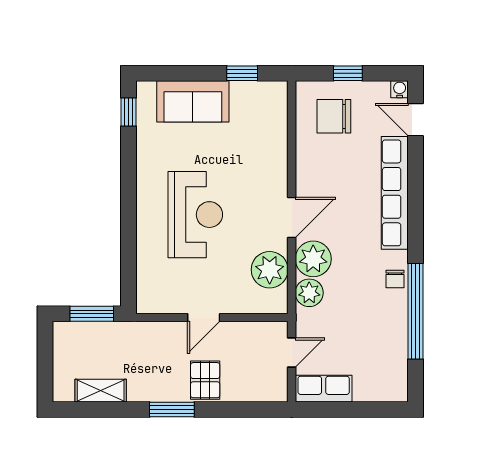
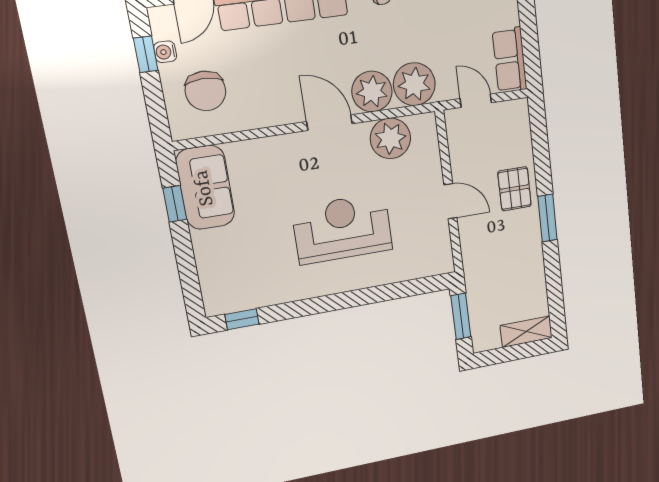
window: (348, 73) -> (146, 54), moved
water cooler: (400, 89) -> (165, 52), moved
sofa: (193, 101) -> (205, 188), moved
plant: (309, 293) -> (414, 84), width x1.36, depth x1.36
pallet: (205, 380) -> (515, 189), turned 90
shelving: (101, 391) -> (526, 332), moved, turned 90

